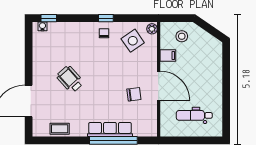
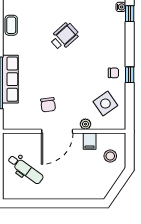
plant: (152, 29) -> (85, 124), moved
dental chair: (194, 115) -> (26, 169), turned 126

